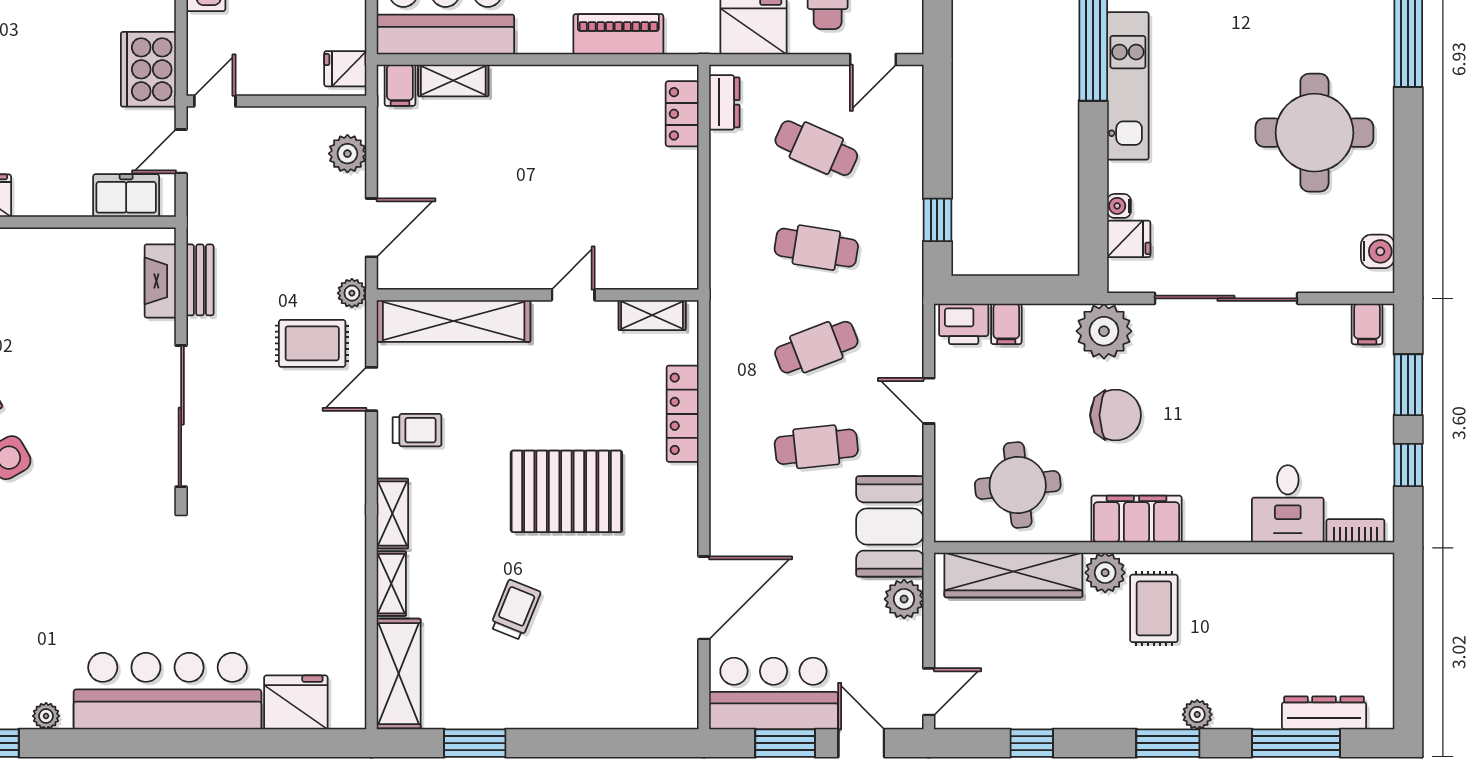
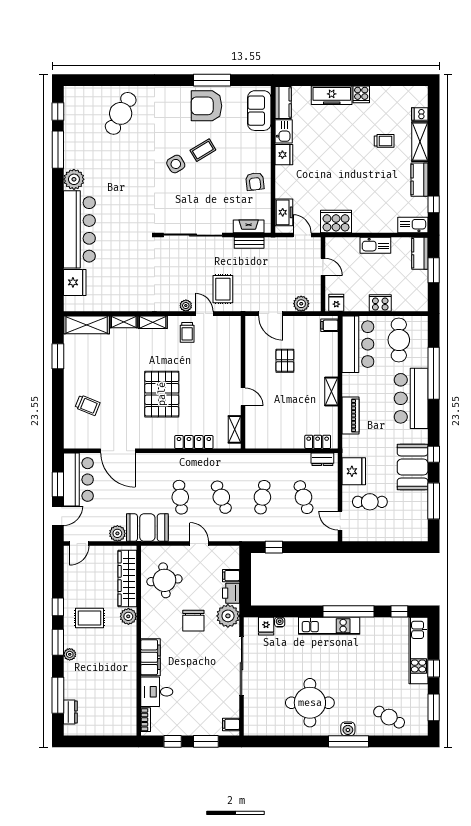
shelving: (453, 80) -> (331, 391), moved
door: (215, 101) -> (323, 267), moved
cafe table: (816, 148) -> (303, 497), turned -42
pallet: (486, 193) -> (285, 361), added
water cooler: (1378, 251) -> (348, 729), moved
armchair: (51, 266) -> (255, 181), added
plant: (352, 293) -> (186, 306), moved
shelving: (454, 321) -> (232, 347), removed
printer: (964, 324) -> (231, 593), moved
door: (929, 401) -> (199, 544), hinge flipped
filing cabinet: (1136, 519) -> (150, 657), moved
rug: (1154, 608) -> (90, 618), moved
trolley: (515, 610) -> (88, 405), moved
door: (929, 692) -> (79, 544), hinge flipped
dresser: (1324, 713) -> (70, 712), width x0.70
plant: (46, 716) -> (74, 179), width x1.88, depth x1.88
window: (1032, 743) -> (58, 607), moved

